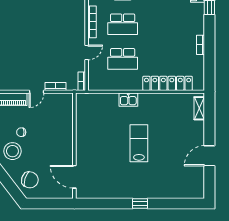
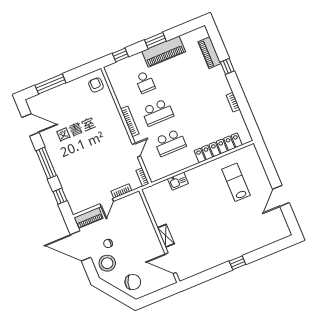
kitchen sink: (128, 100) -> (178, 181), moved
shelving: (199, 108) -> (166, 236), moved
lab bench: (139, 143) -> (236, 182), moved

